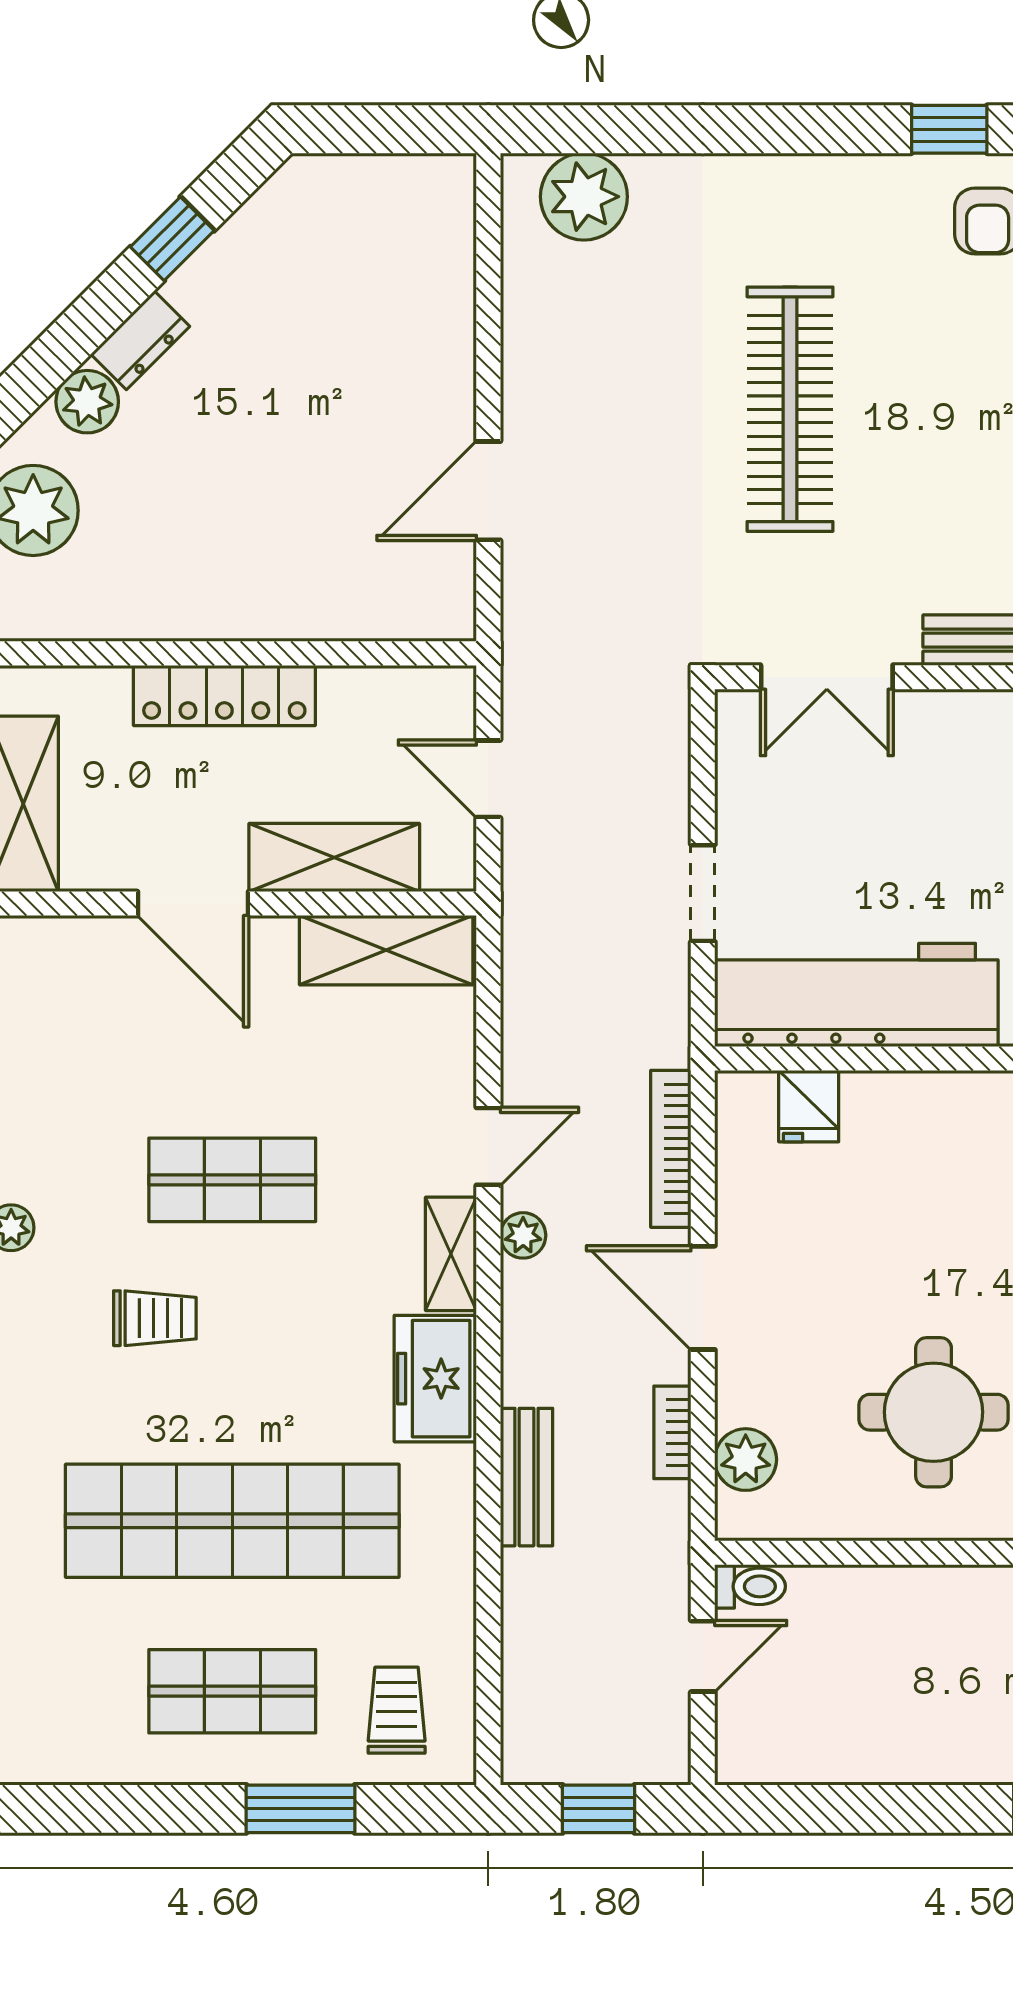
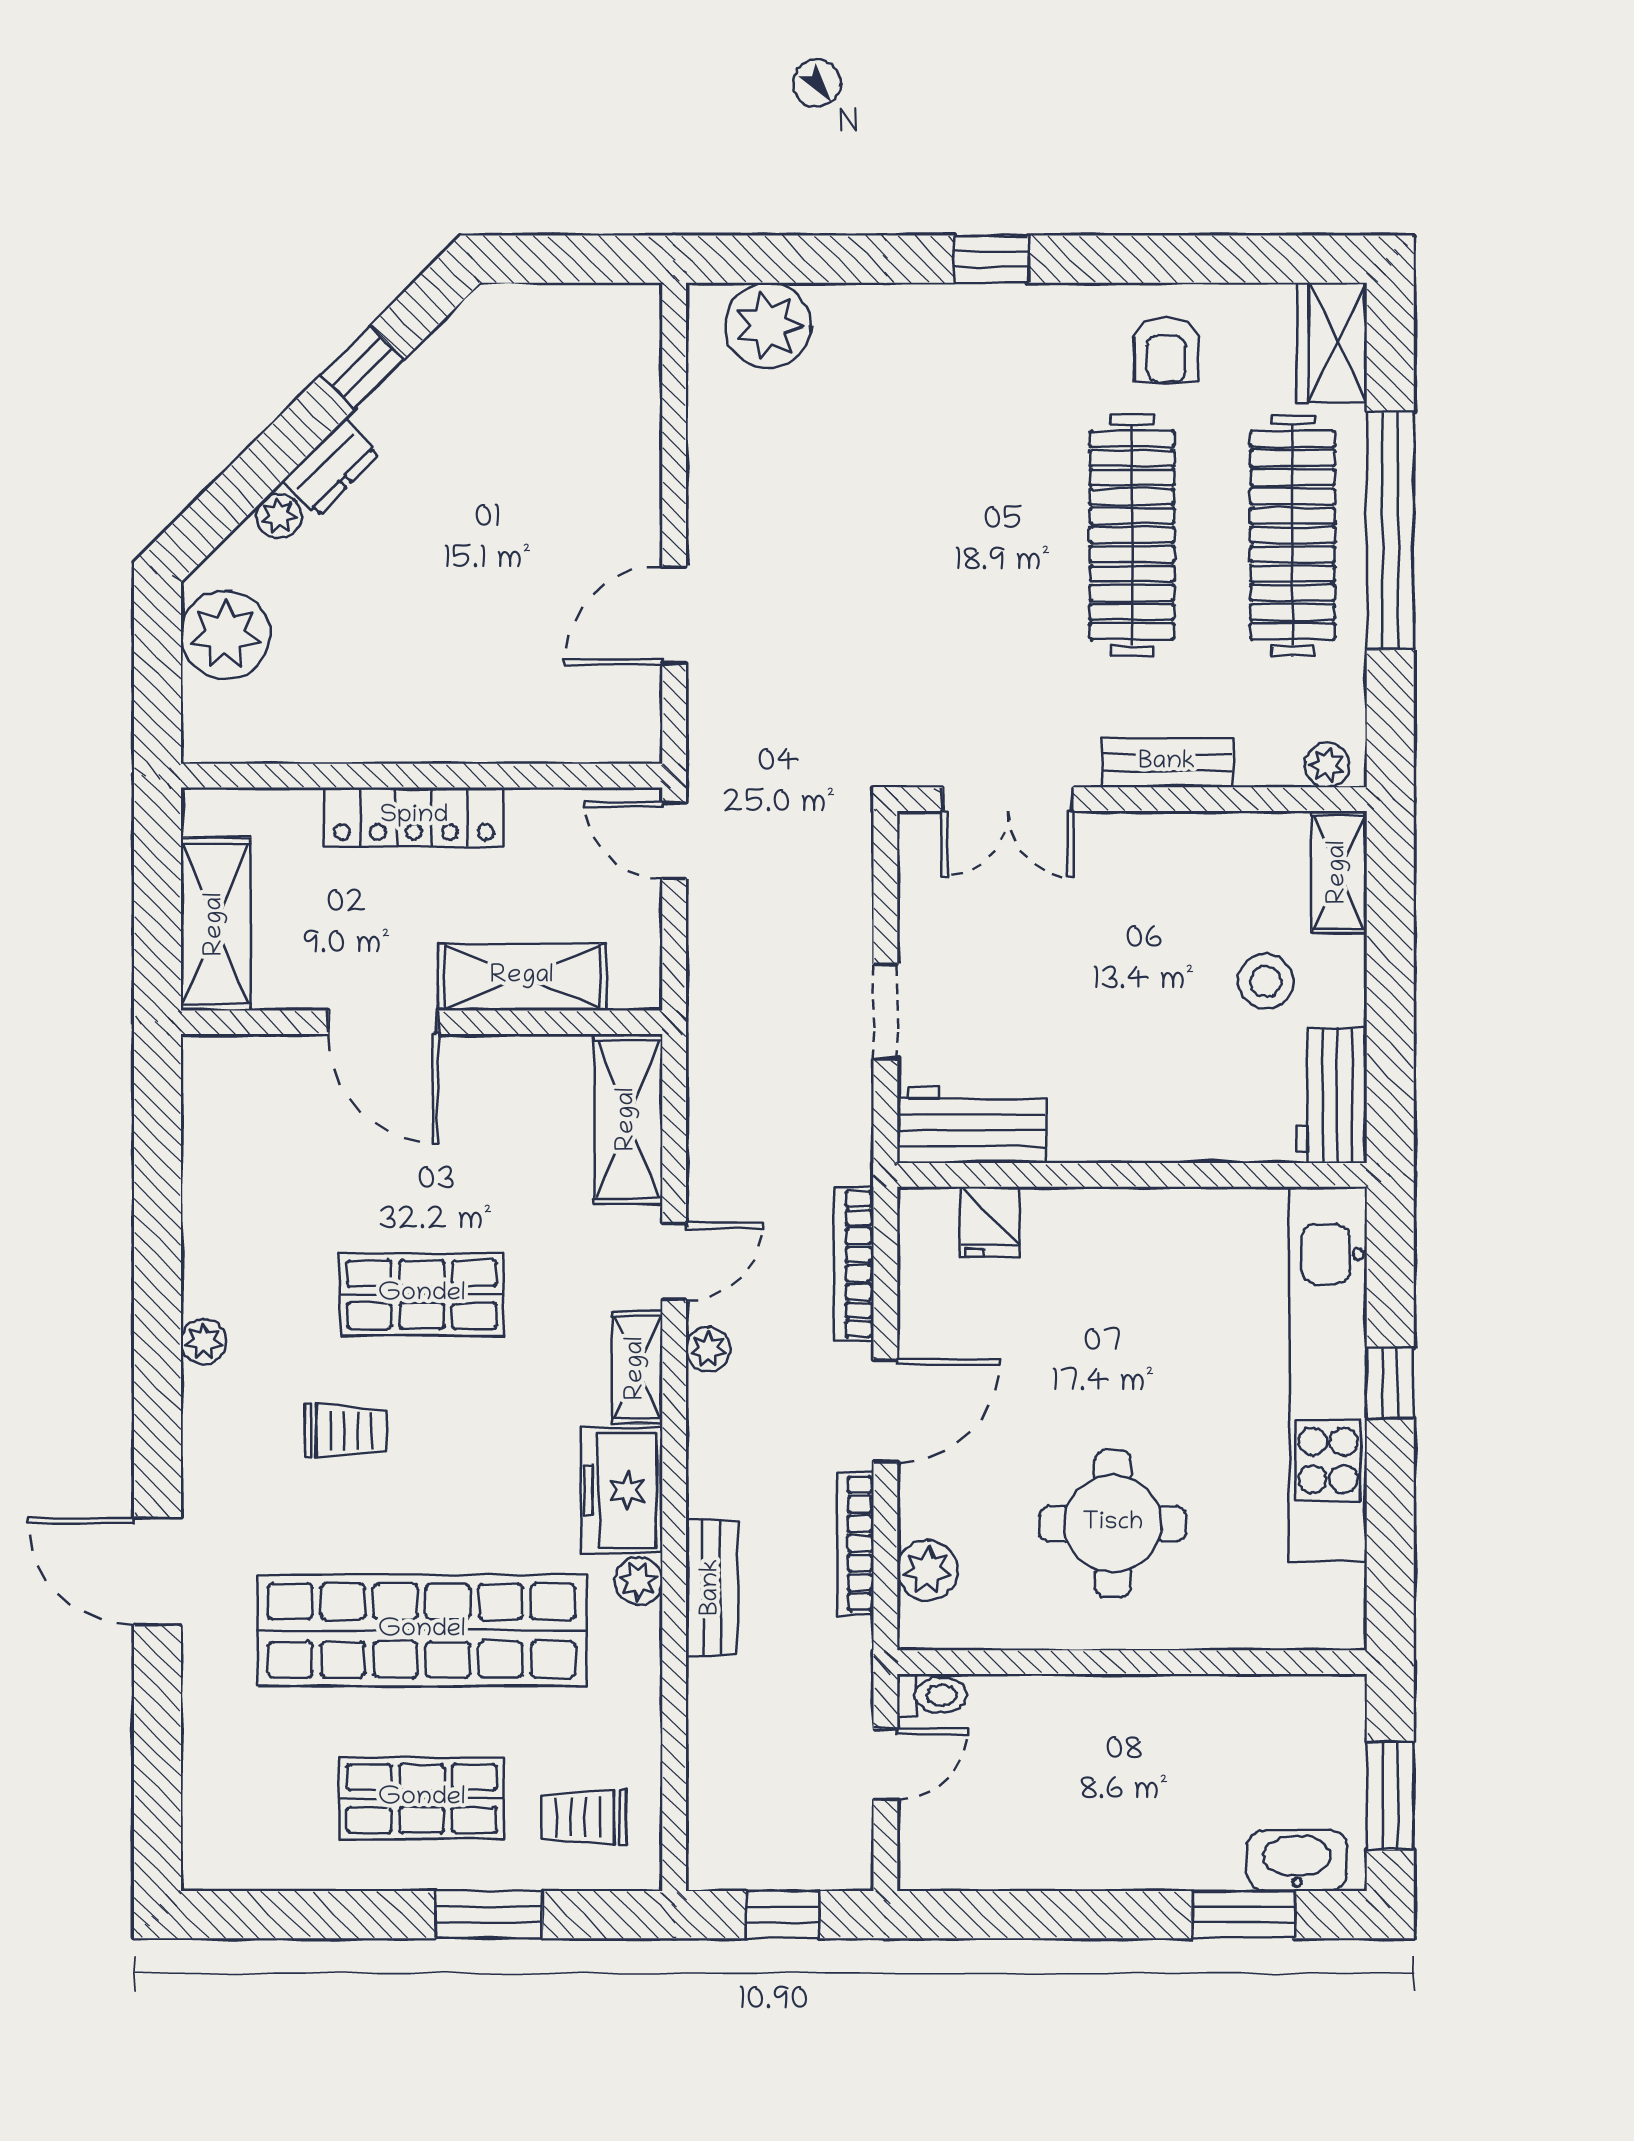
window: (949, 129) -> (991, 259), moved
plant: (87, 402) -> (279, 516), width x0.73, depth x0.73
clothes rail: (790, 409) -> (1132, 535), moved
door: (488, 779) -> (674, 840), moved
shelving: (386, 950) -> (628, 1119), moved, turned 90
workbench: (856, 995) -> (972, 1125), width x0.53, depth x0.76
door: (703, 1298) -> (885, 1411), swing flipped
bookcase: (672, 1432) -> (855, 1543), width x1.56
plant: (452, 1471) -> (639, 1581), added
trolley: (397, 1710) -> (584, 1817), turned -90

